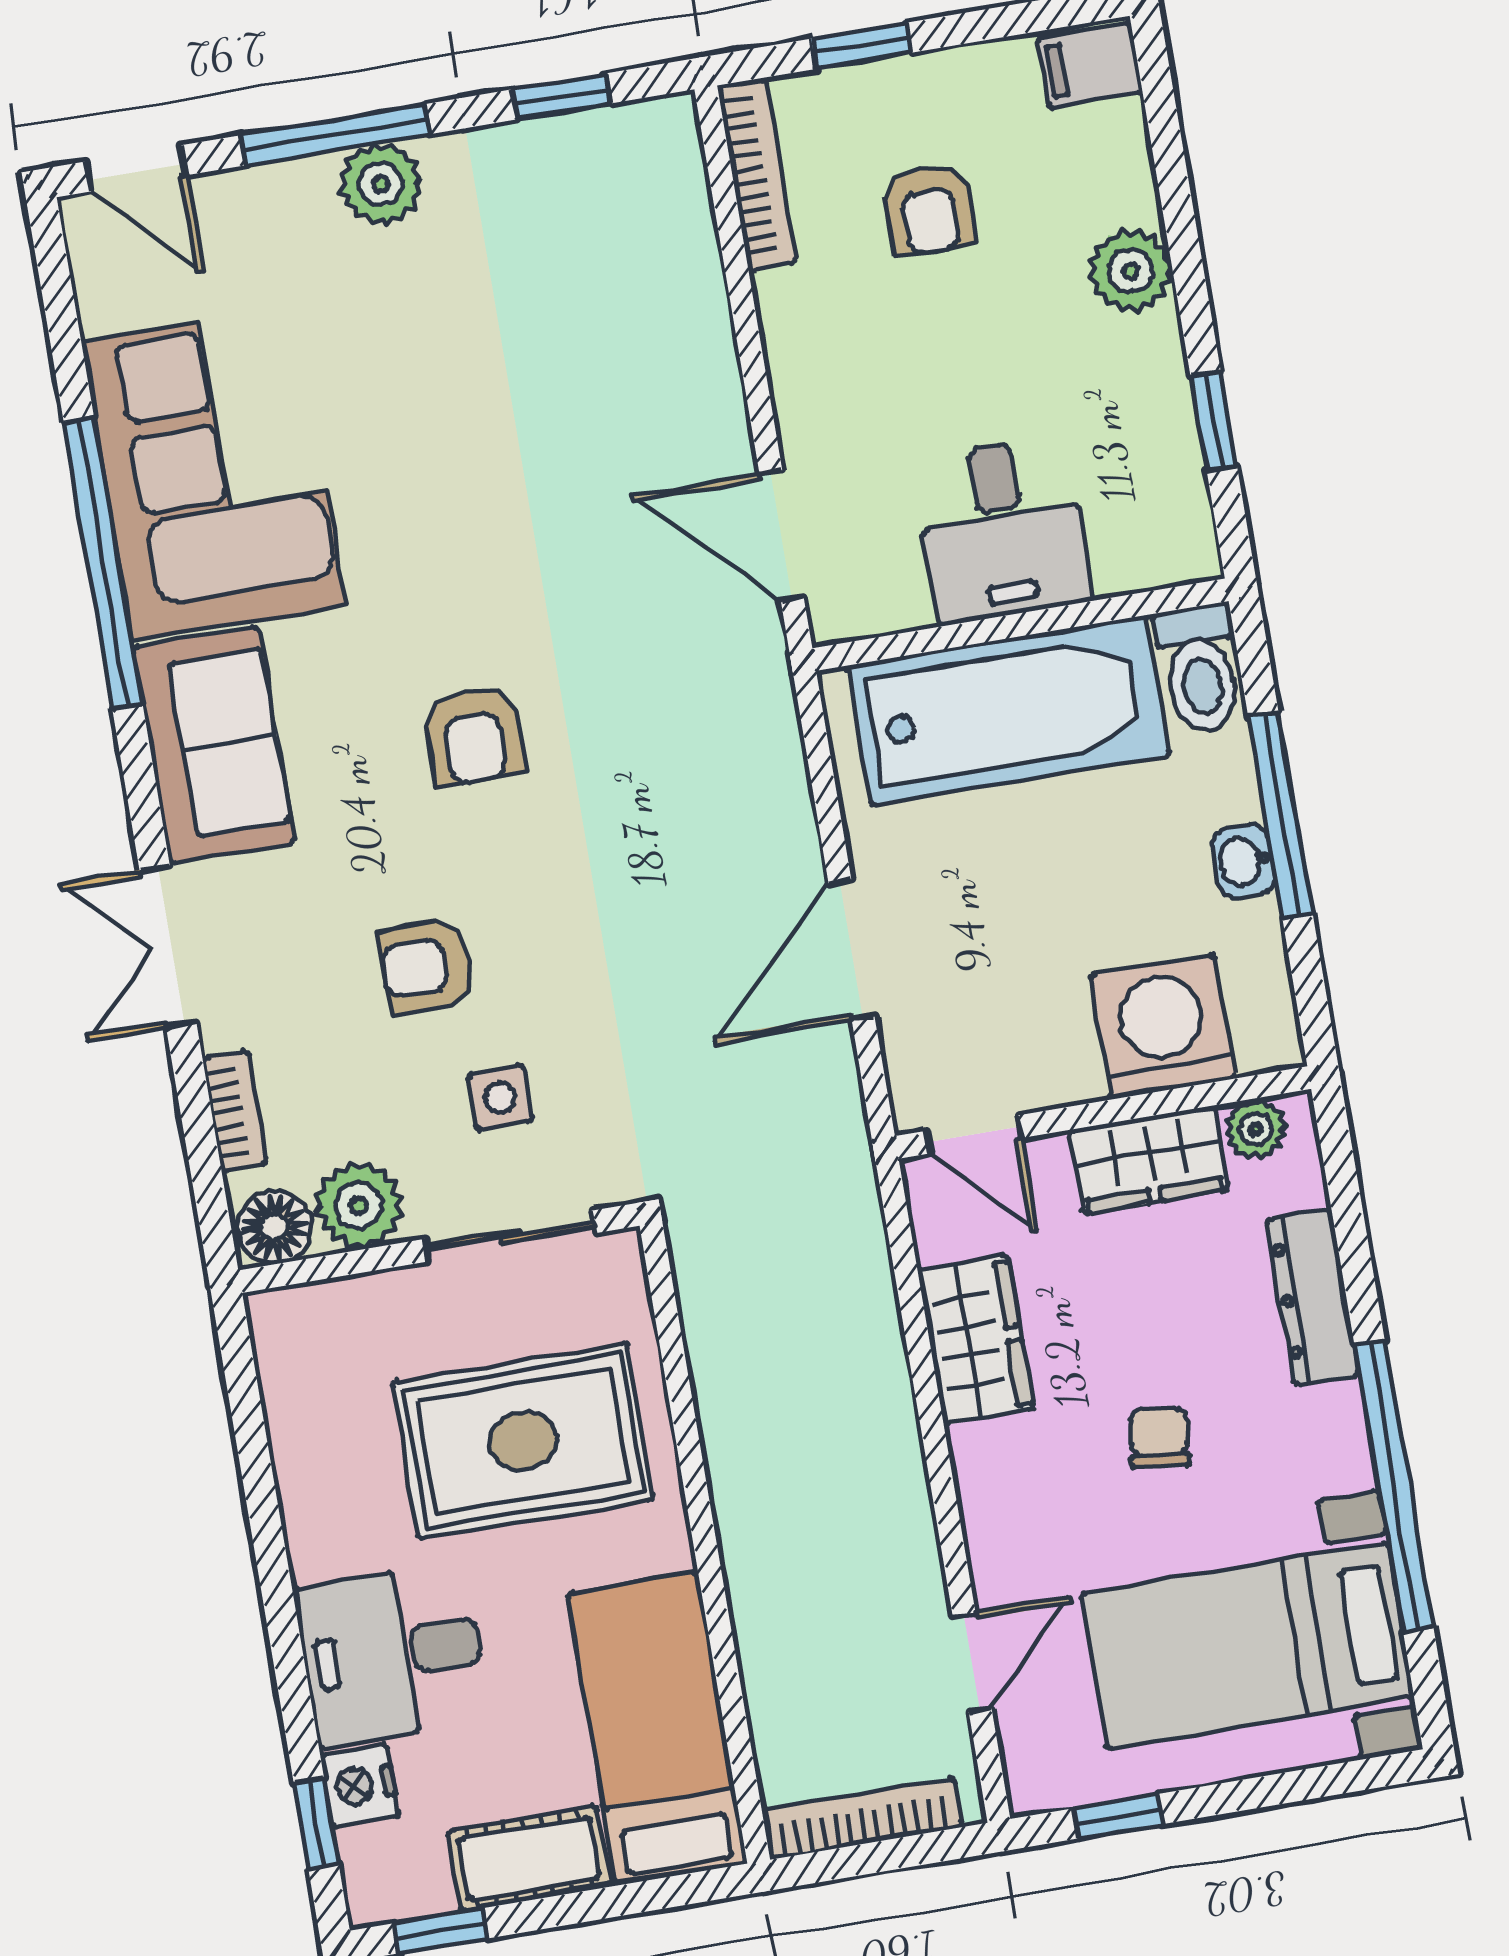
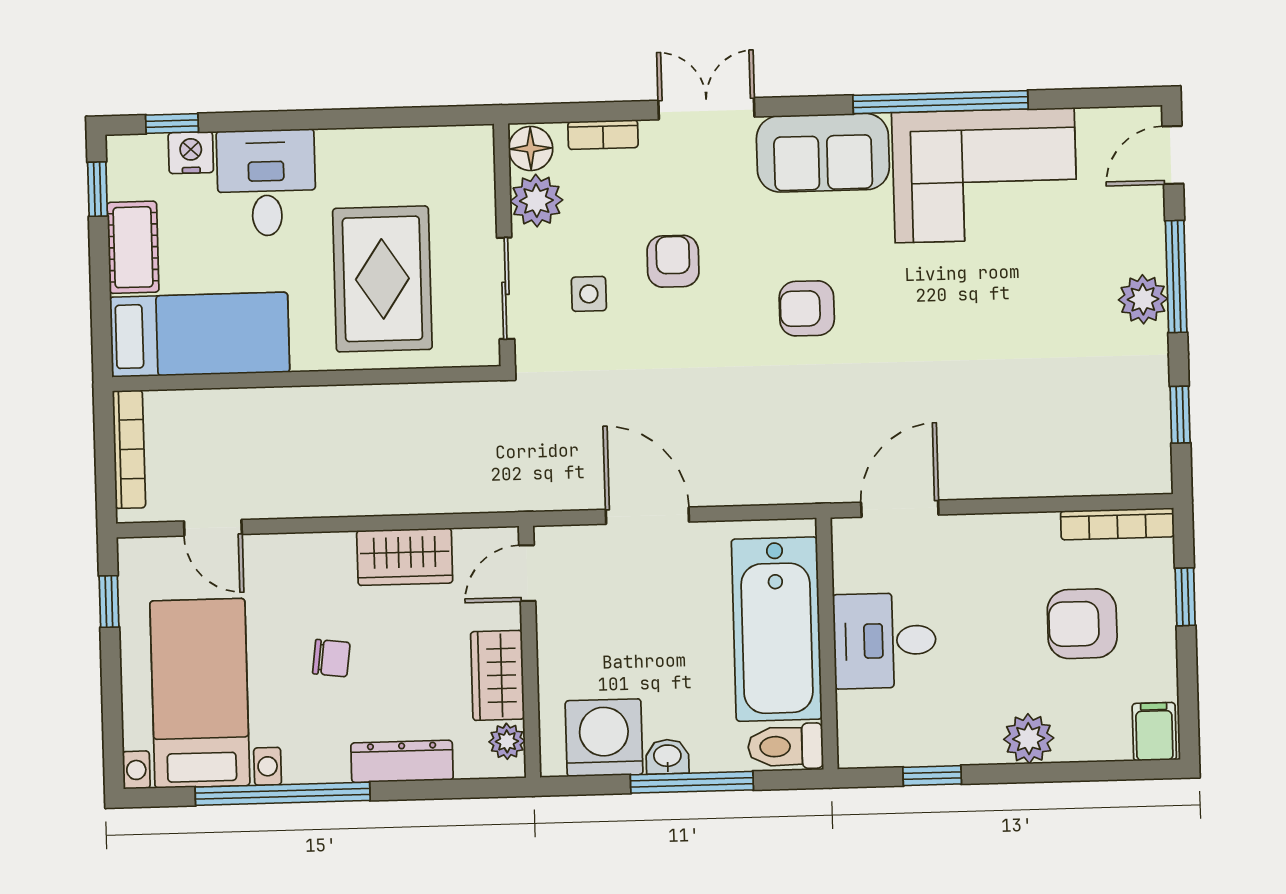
armchair: (929, 209) -> (1082, 624), width x1.38, depth x1.38
washing machine: (1162, 1027) -> (604, 738), moved, turned -90

